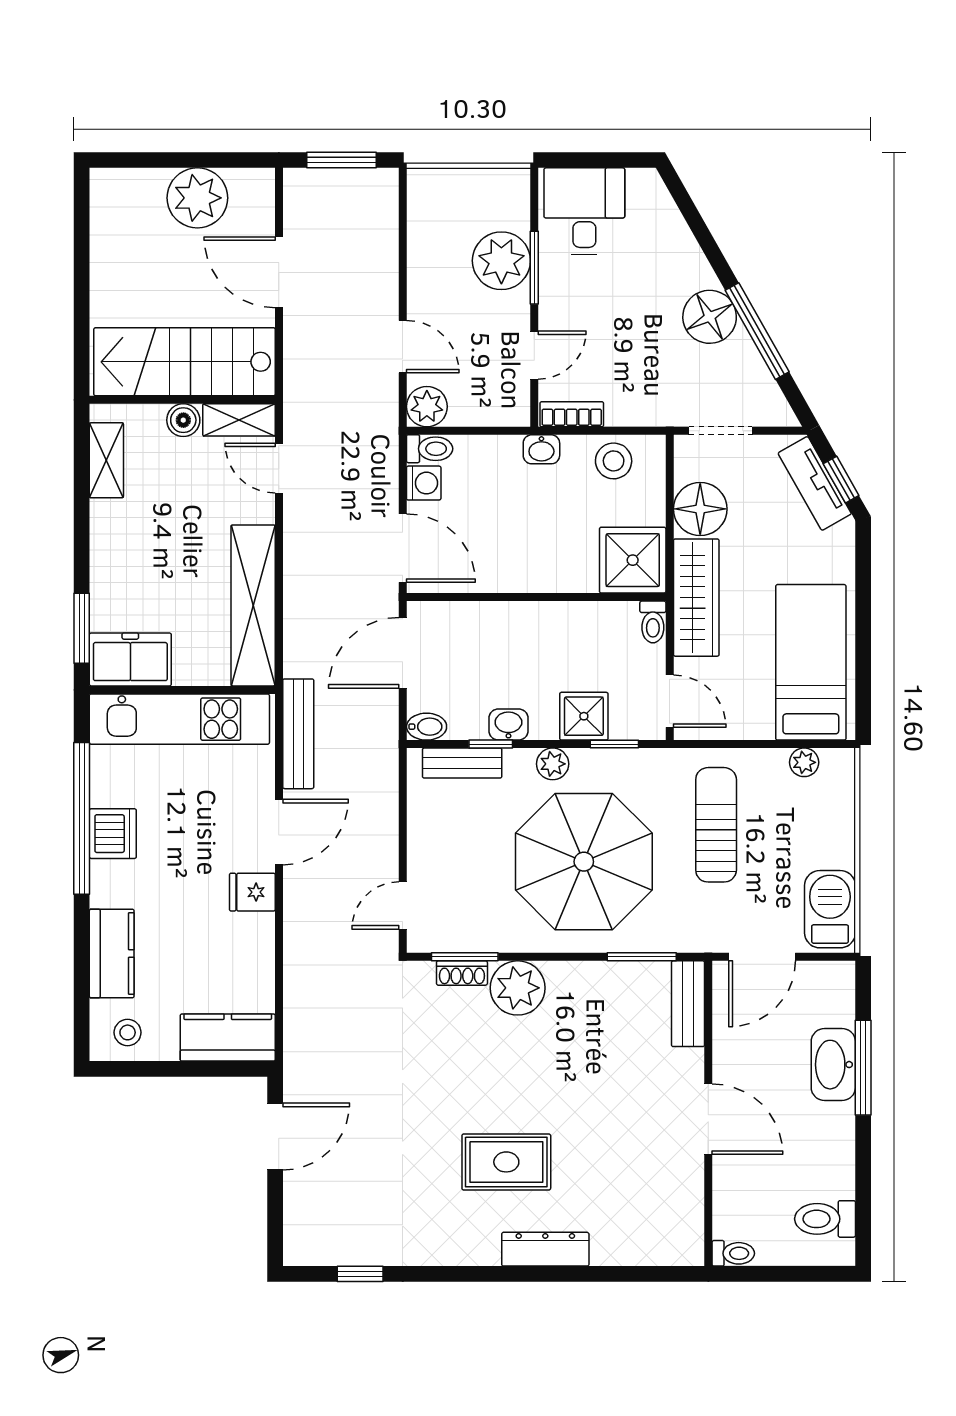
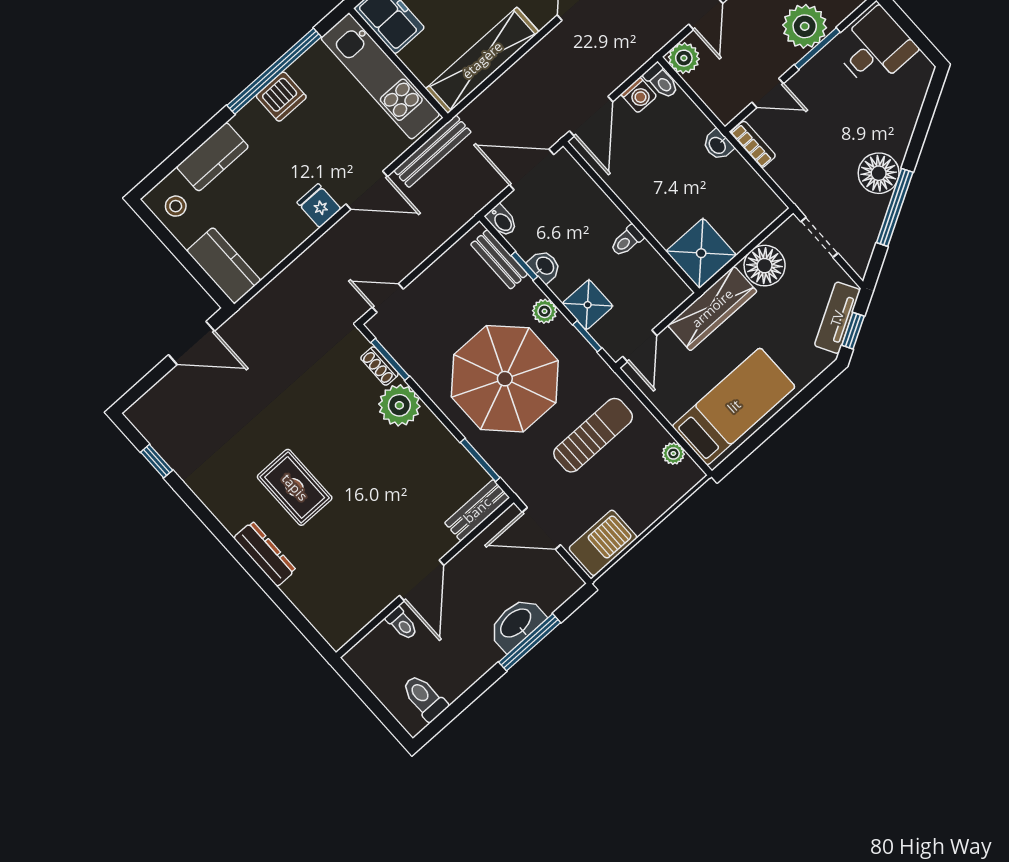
stool: (614, 461) -> (748, 192), removed
toilet: (653, 622) -> (627, 241), moved
toilet: (733, 1253) -> (402, 624), moved

